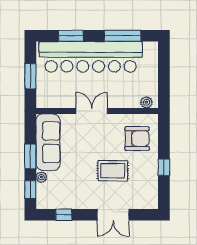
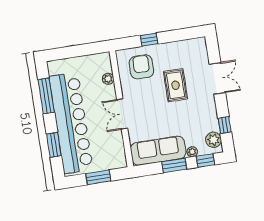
plant: (146, 102) -> (108, 79), moved
window: (164, 167) -> (149, 40), moved
plant: (50, 201) -> (214, 140), added

